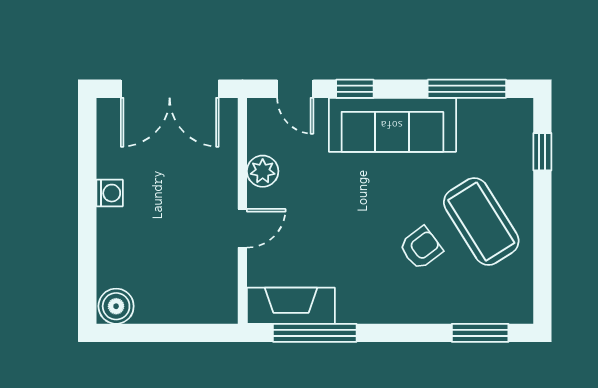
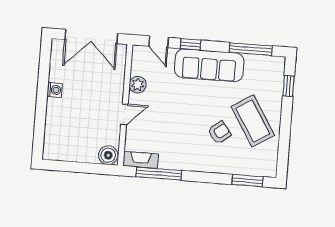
boiler: (116, 306) -> (108, 155), moved
fireplace: (291, 306) -> (141, 160), width x0.73, depth x0.76

